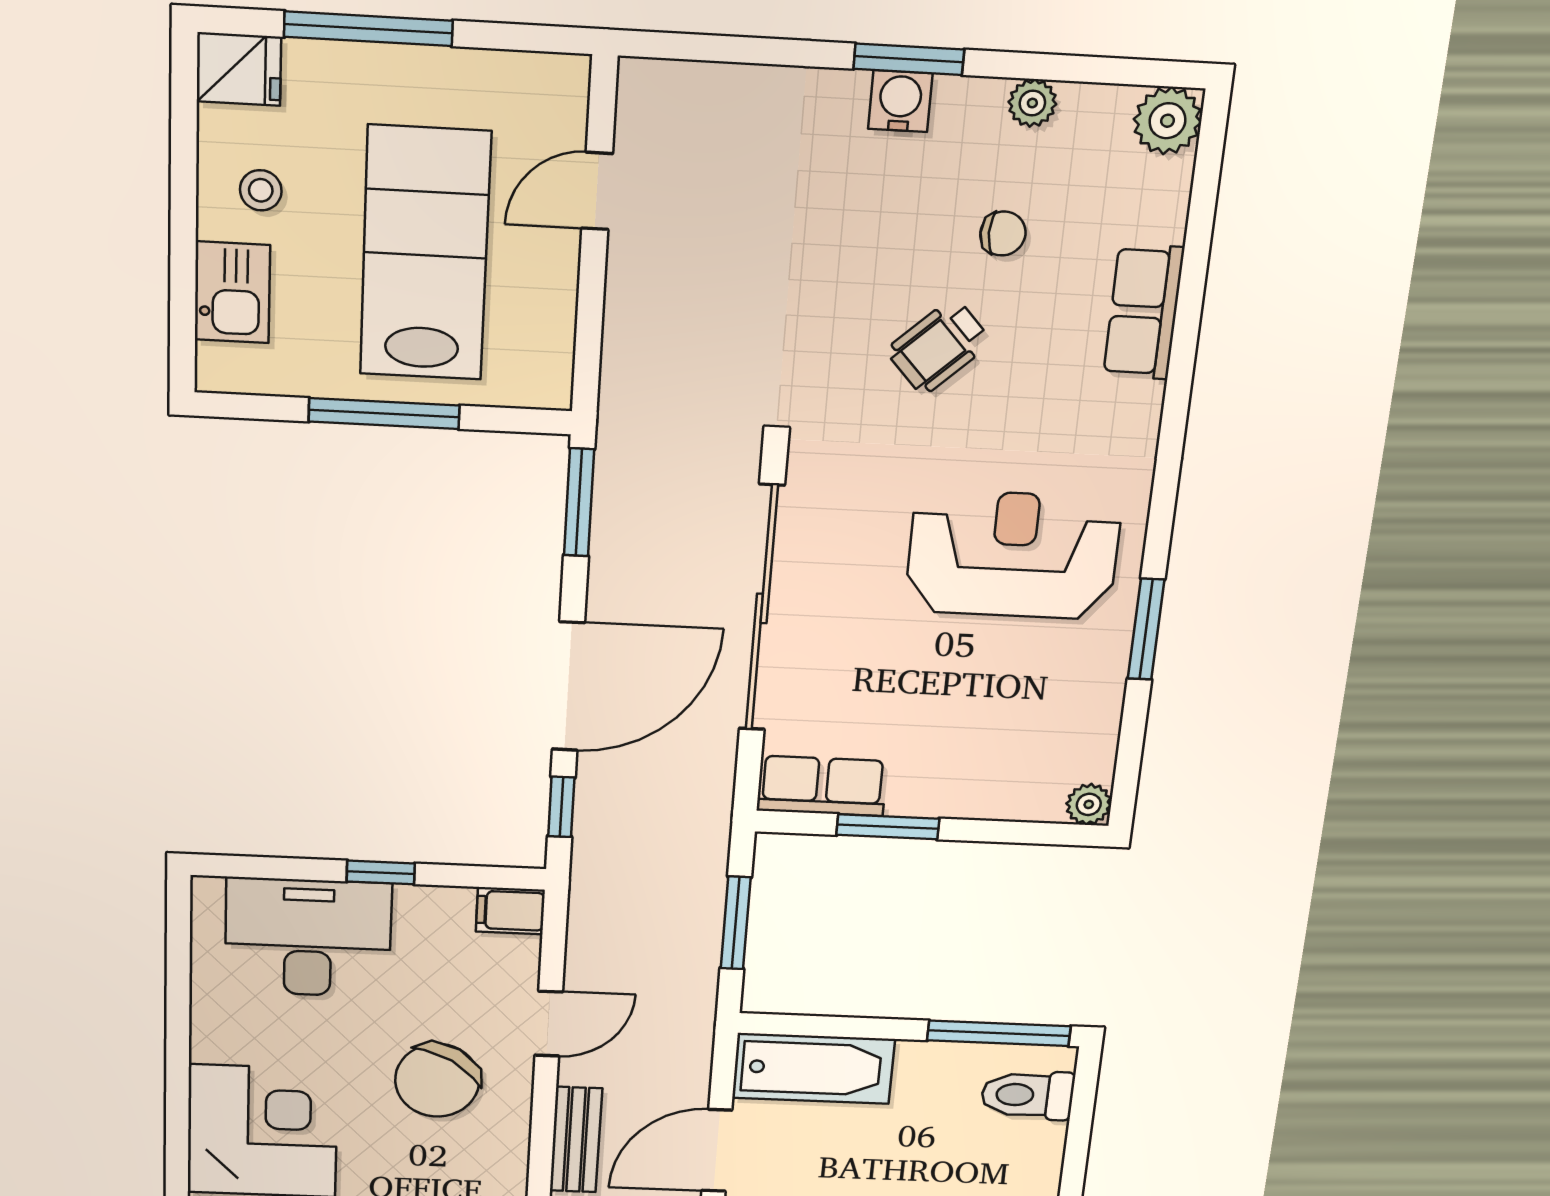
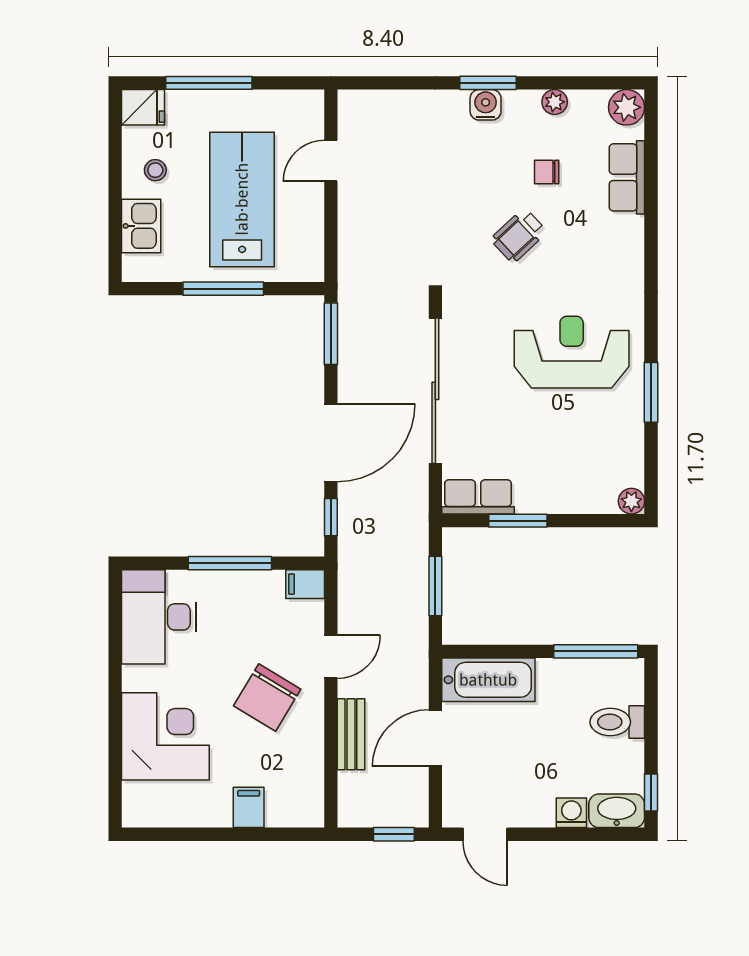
chair: (1003, 233) -> (547, 172), turned 180
row of seats: (1144, 312) -> (627, 177), moved
window: (381, 872) -> (230, 563), width x2.17
desk: (308, 938) -> (159, 617), moved, turned -90
toilet: (1028, 1095) -> (617, 722), moved

